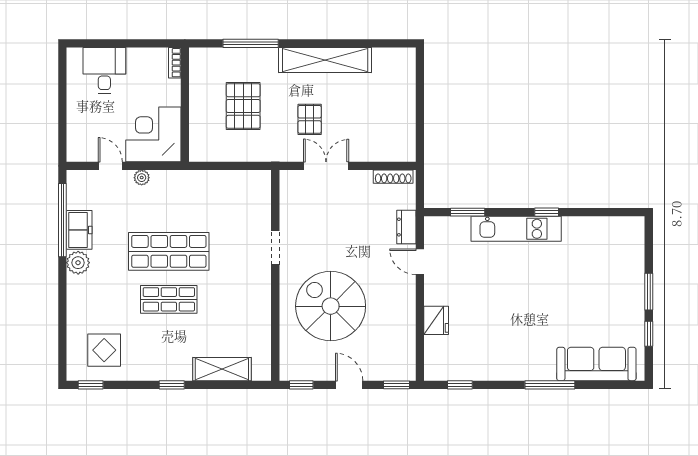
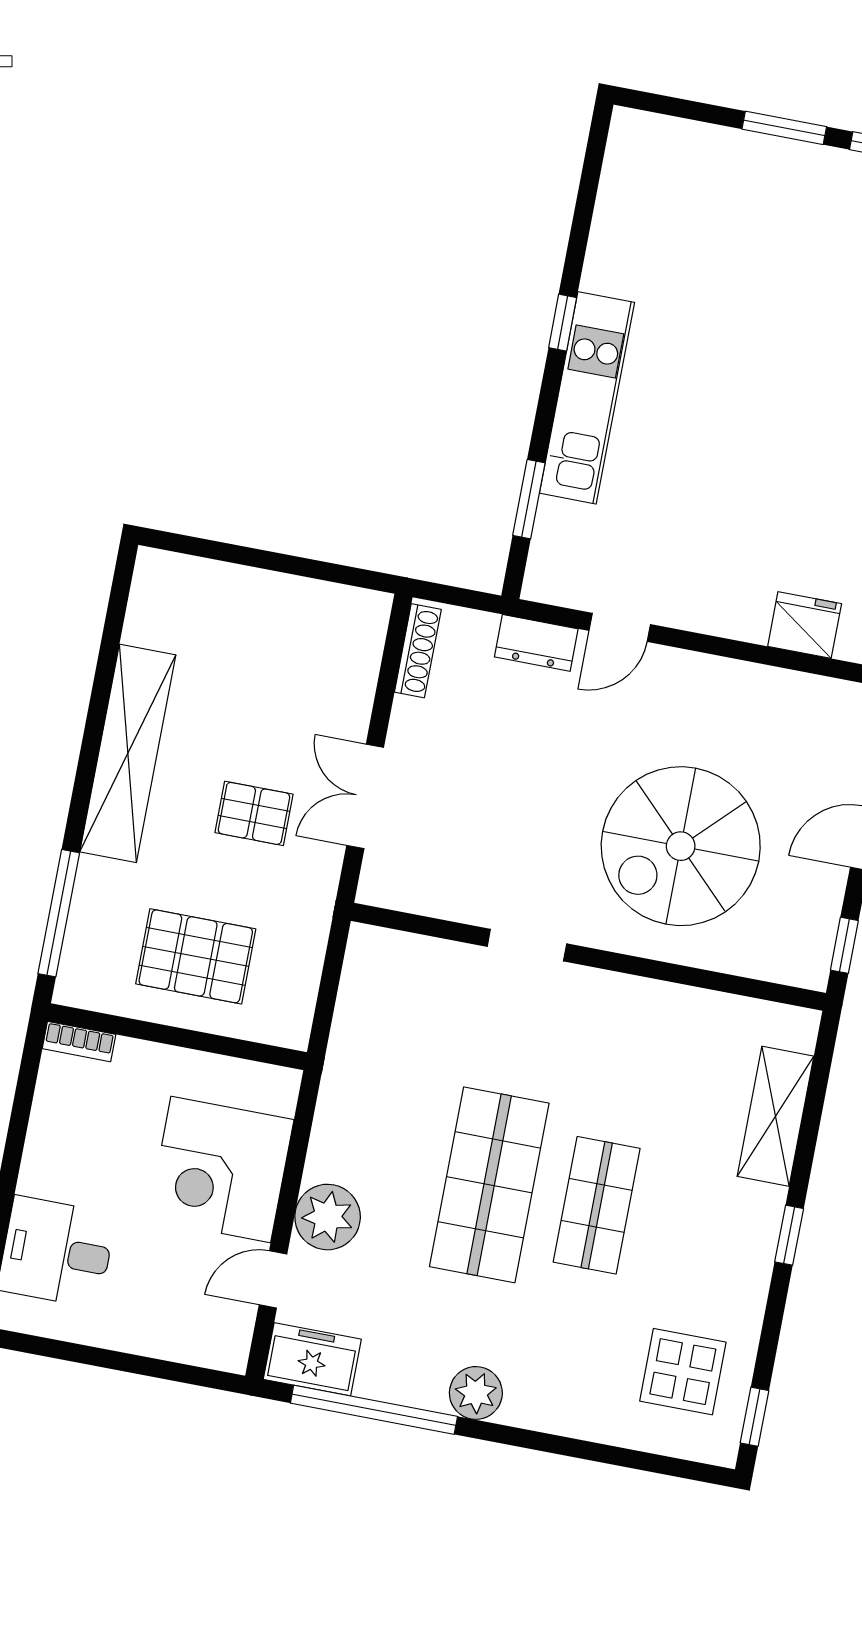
bookcase: (175, 63) -> (79, 1042), moved
wall: (185, 105) -> (177, 1037), moved
plant: (142, 178) -> (328, 1217), width x1.88, depth x1.88
freezer: (79, 230) -> (312, 1359), moved
fridge: (436, 320) -> (805, 625), moved

